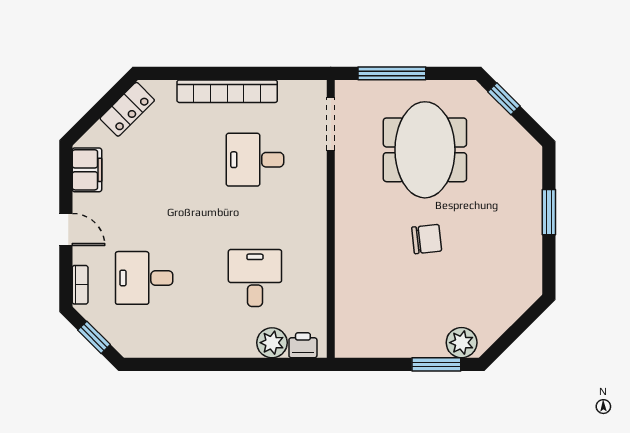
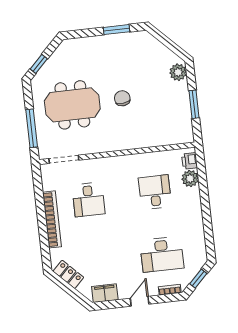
window: (549, 212) -> (116, 30), moved
desk: (144, 278) -> (162, 254), width x1.37
desk: (255, 278) -> (155, 192), turned 90
window: (436, 364) -> (194, 104), moved

